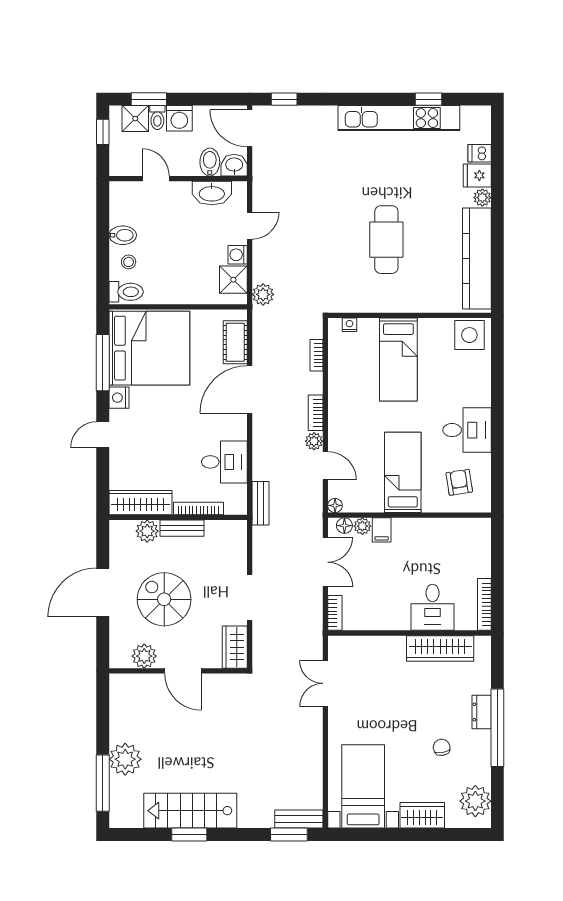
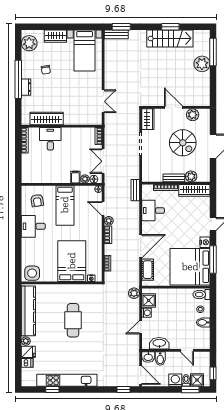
bed: (398, 359) -> (72, 261), width x1.50

